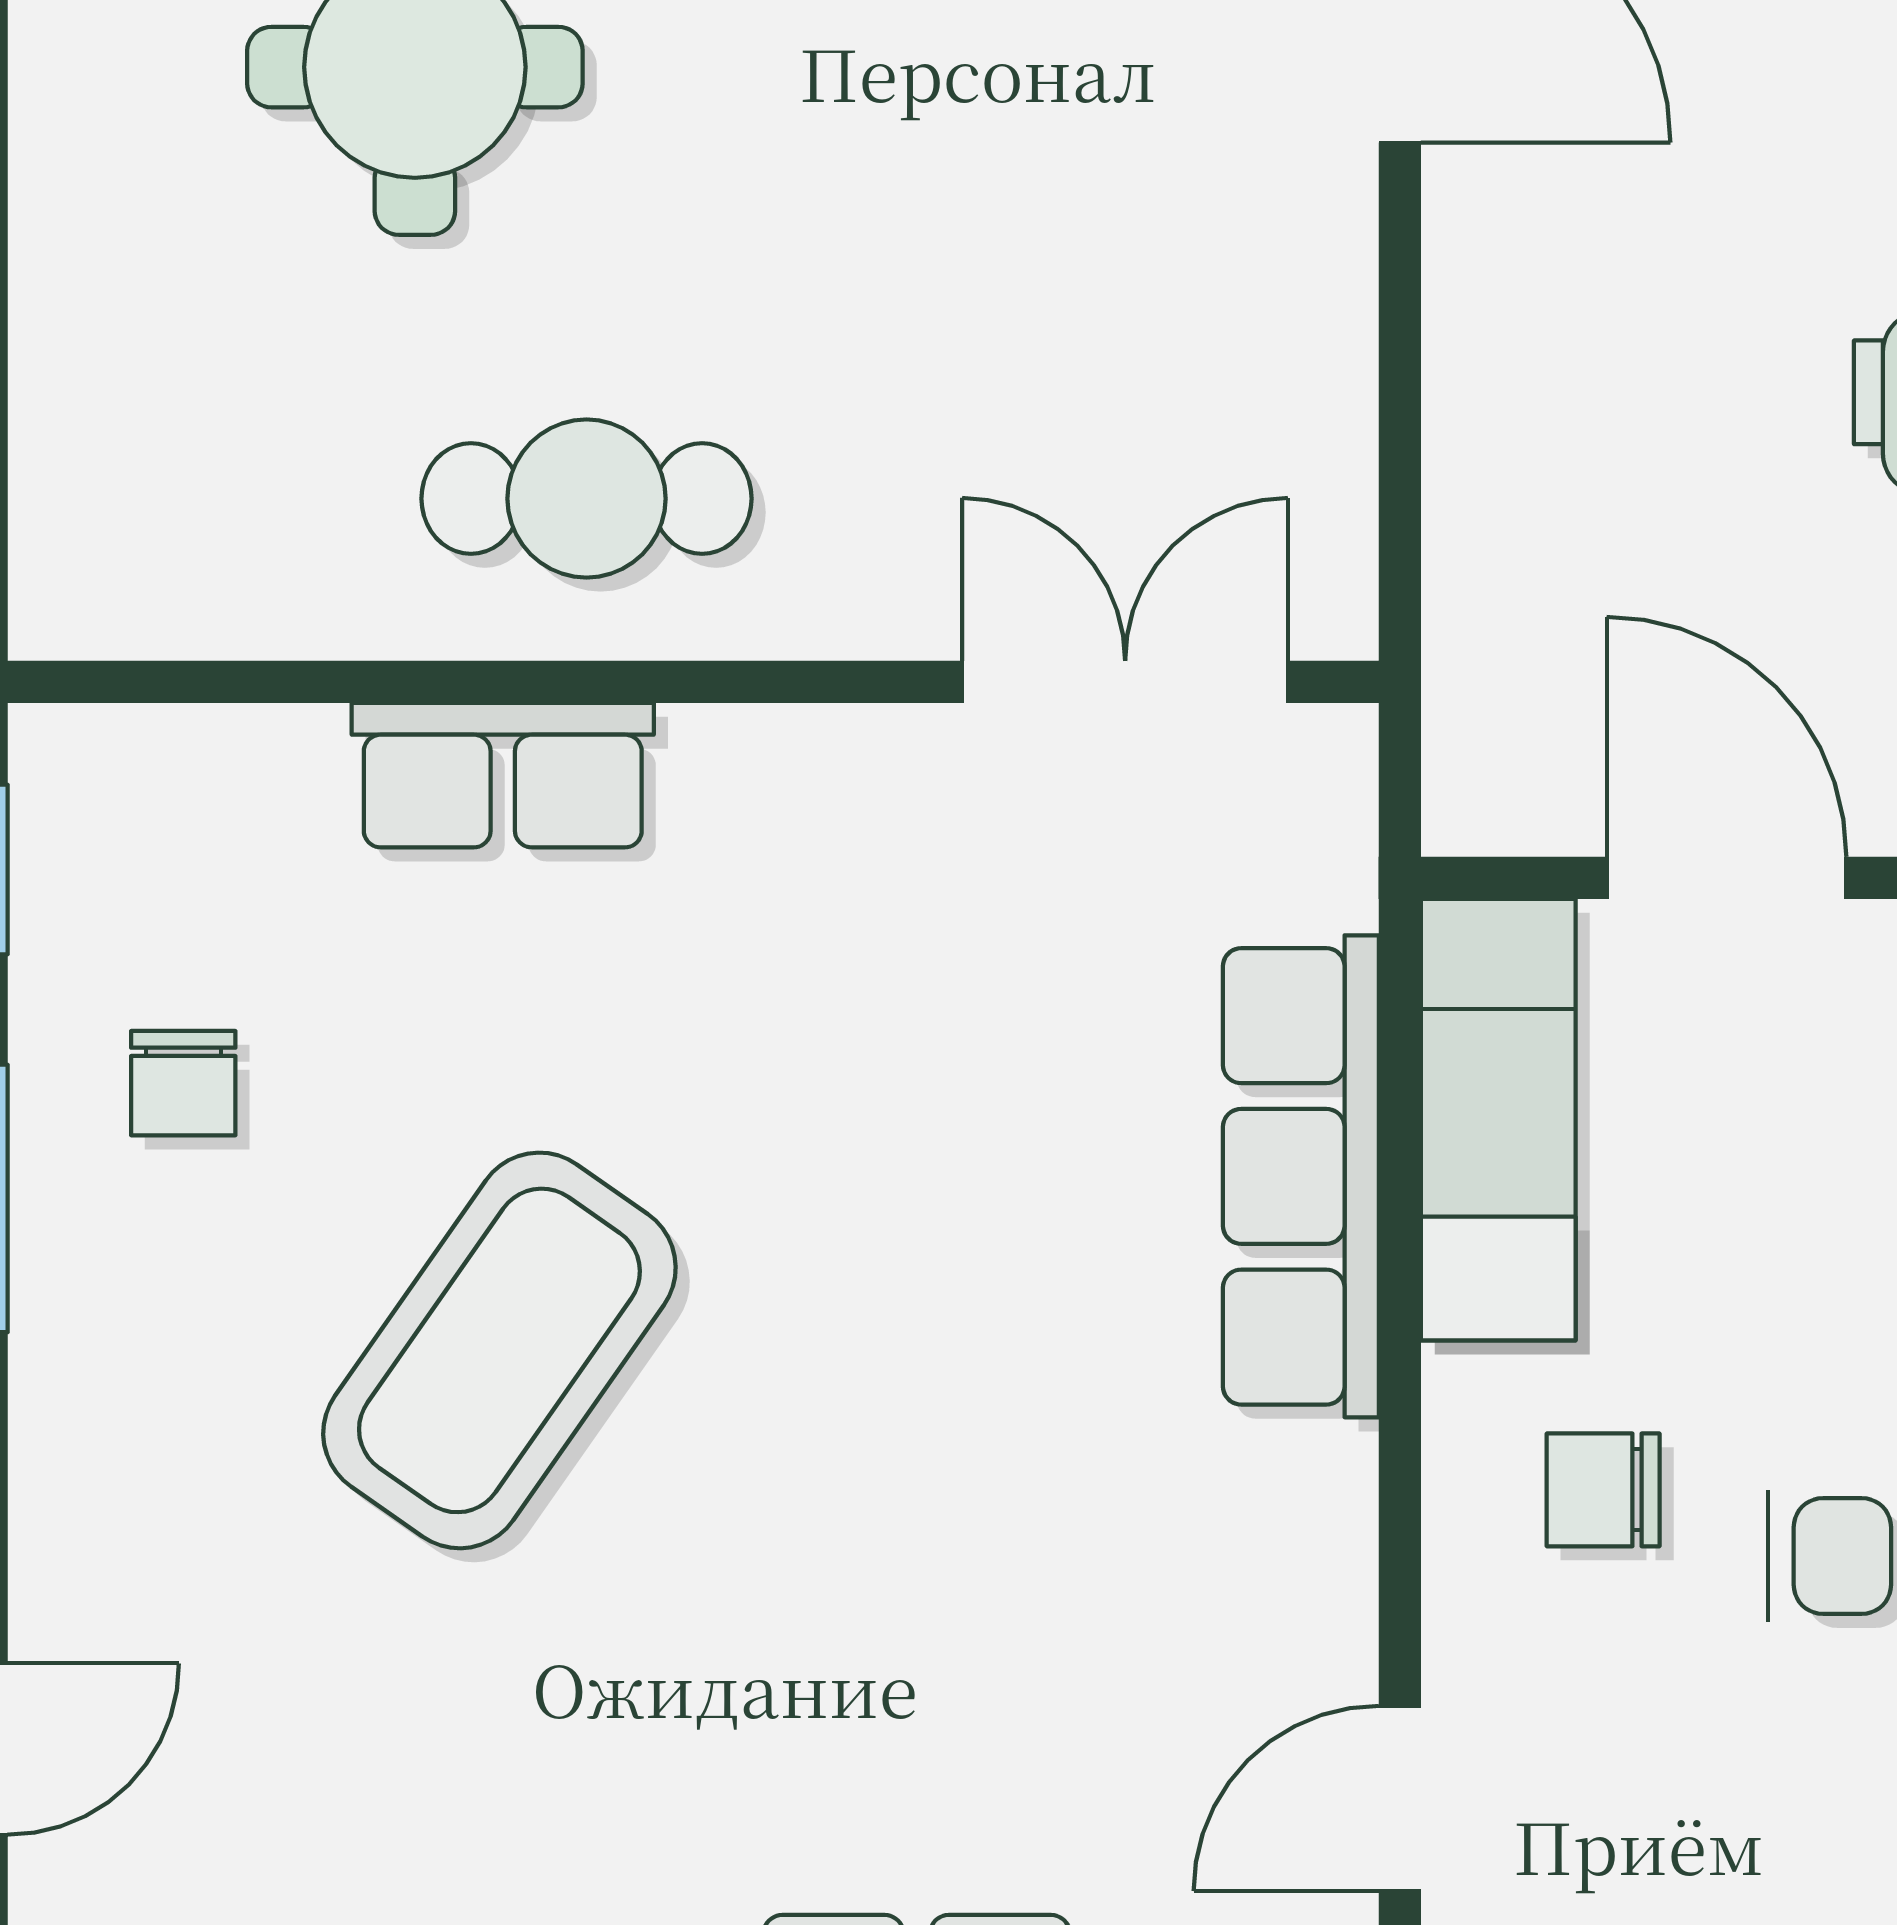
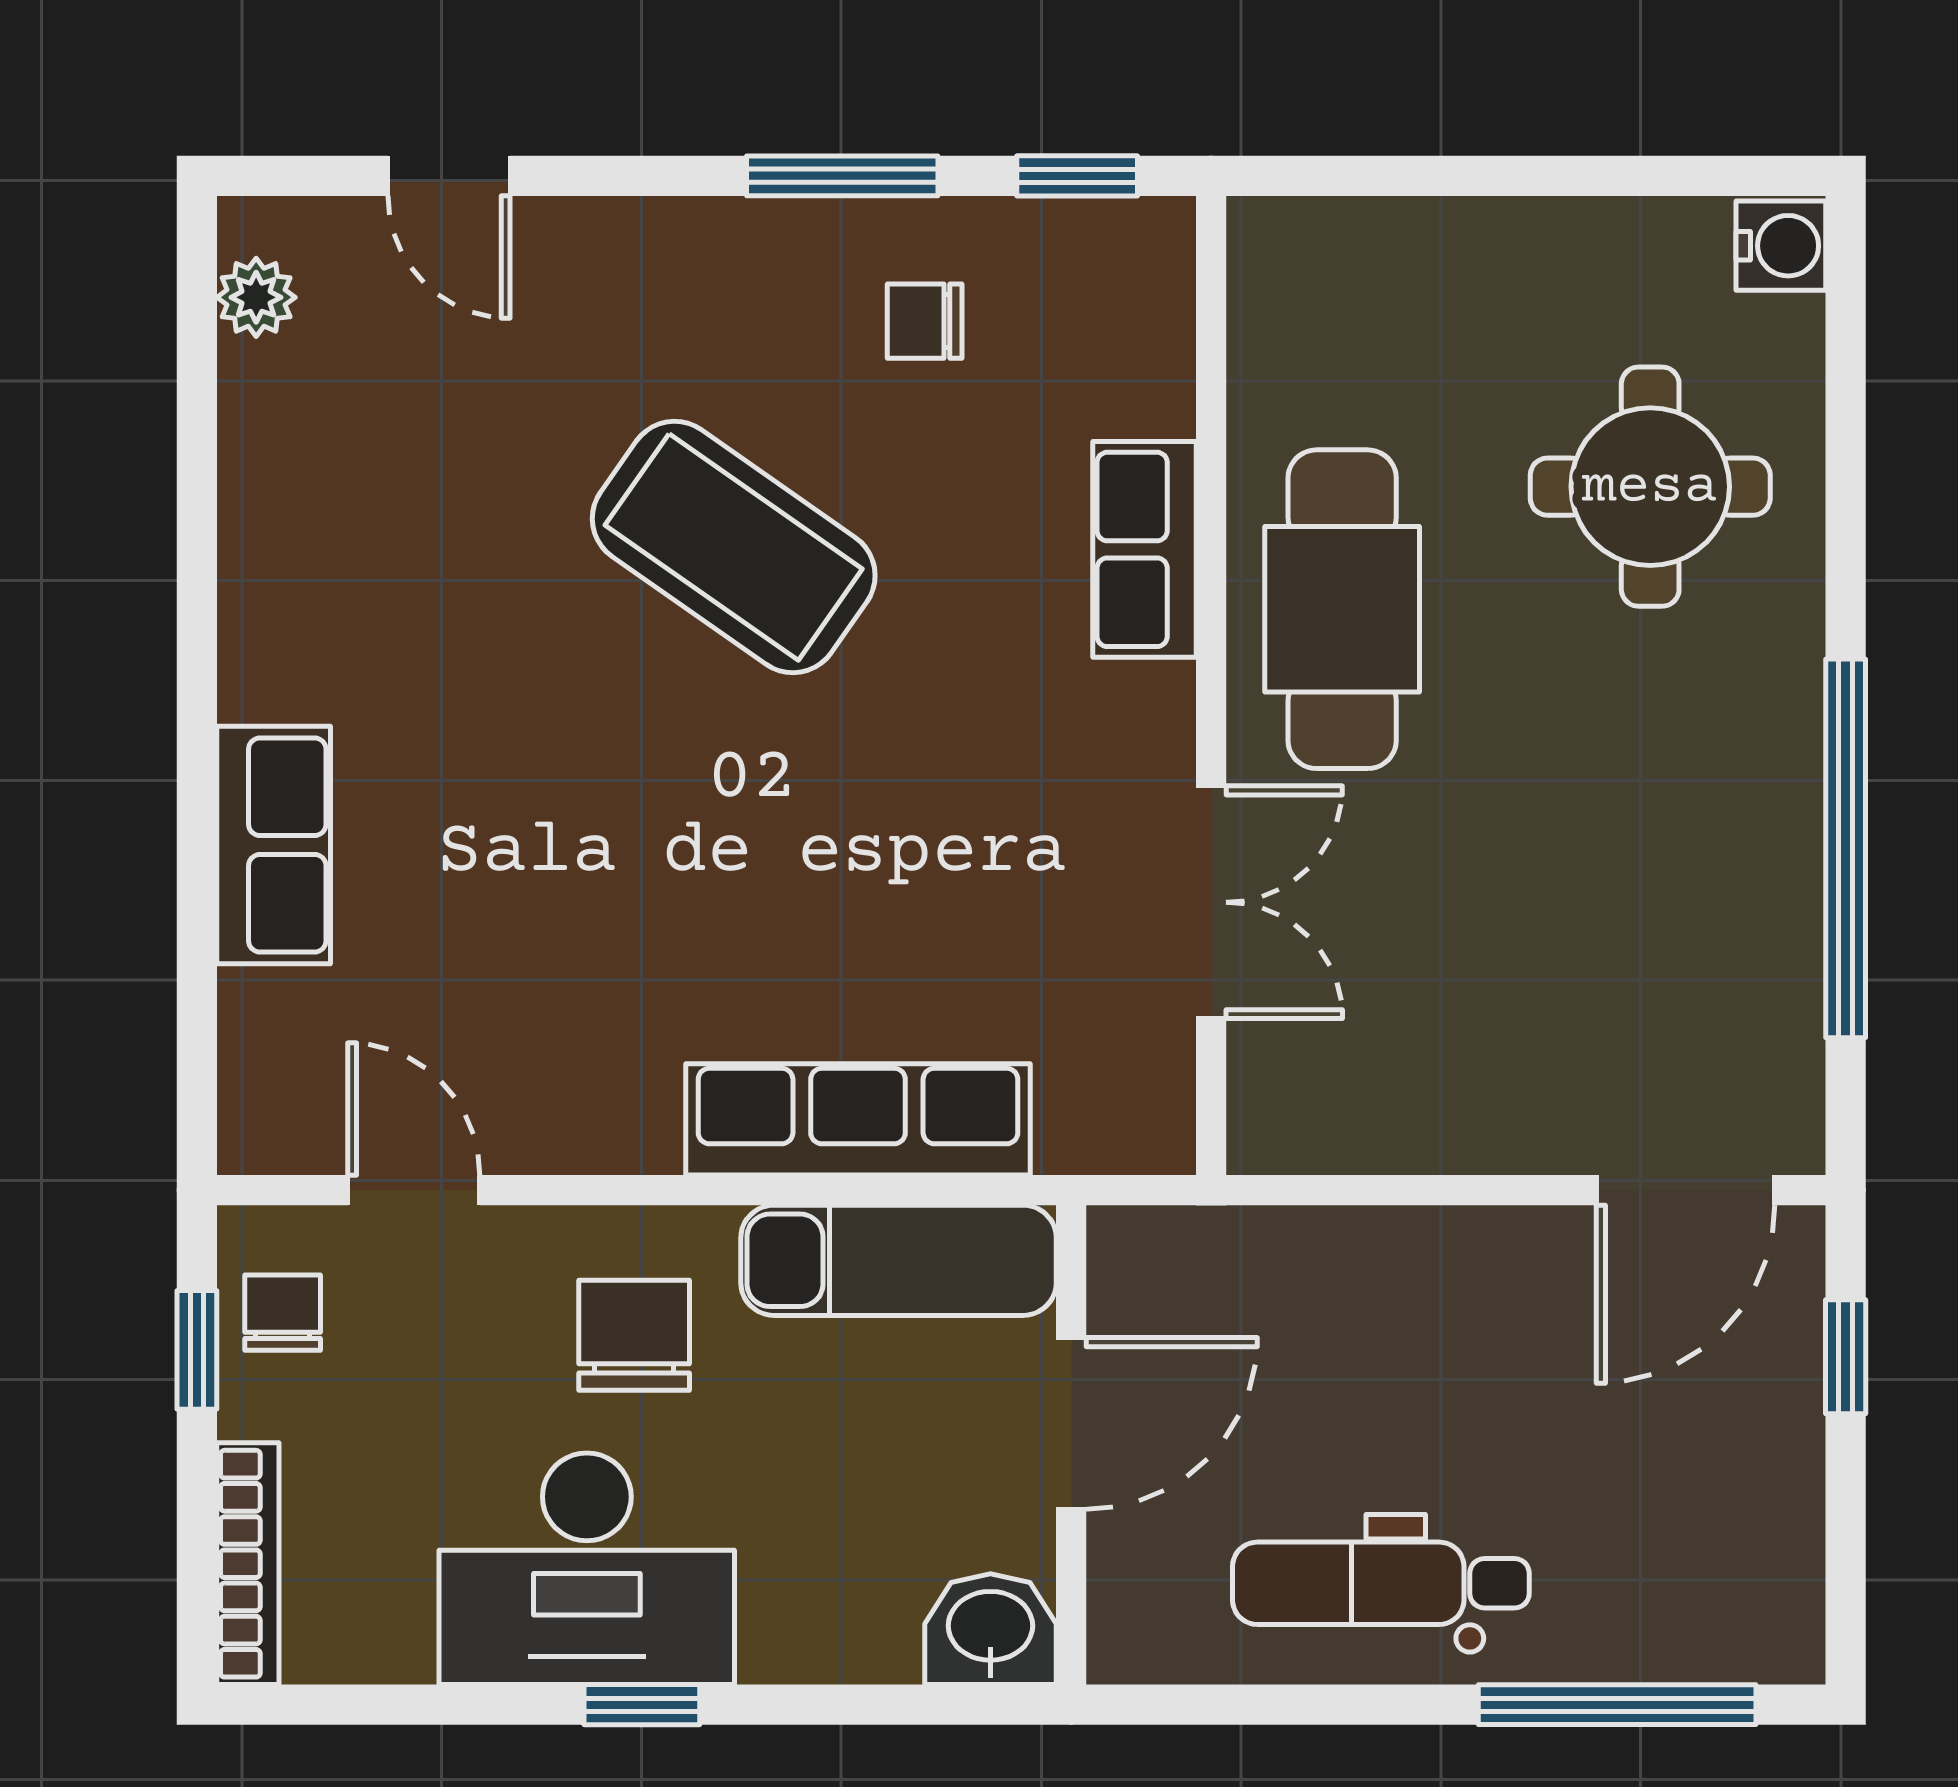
cafe table: (587, 499) -> (1342, 609), width x1.37, depth x1.35
double door: (1125, 682) -> (1211, 902), moved
chair: (1603, 1490) -> (634, 1335), width x1.37, depth x1.37

